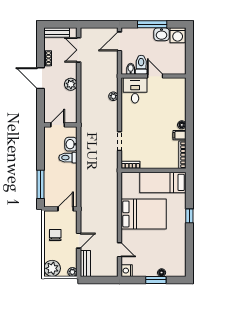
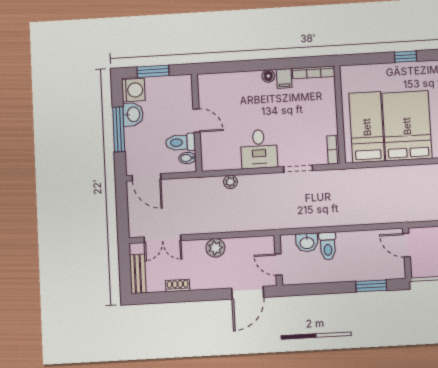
window: (189, 49) -> (153, 71), added
door: (155, 76) -> (197, 121), swing flipped
door: (41, 78) -> (248, 293), moved
desk: (135, 90) -> (259, 149), moved, turned -90
bed: (163, 182) -> (367, 127), moved, turned 180
window: (41, 184) -> (371, 286), width x0.69

